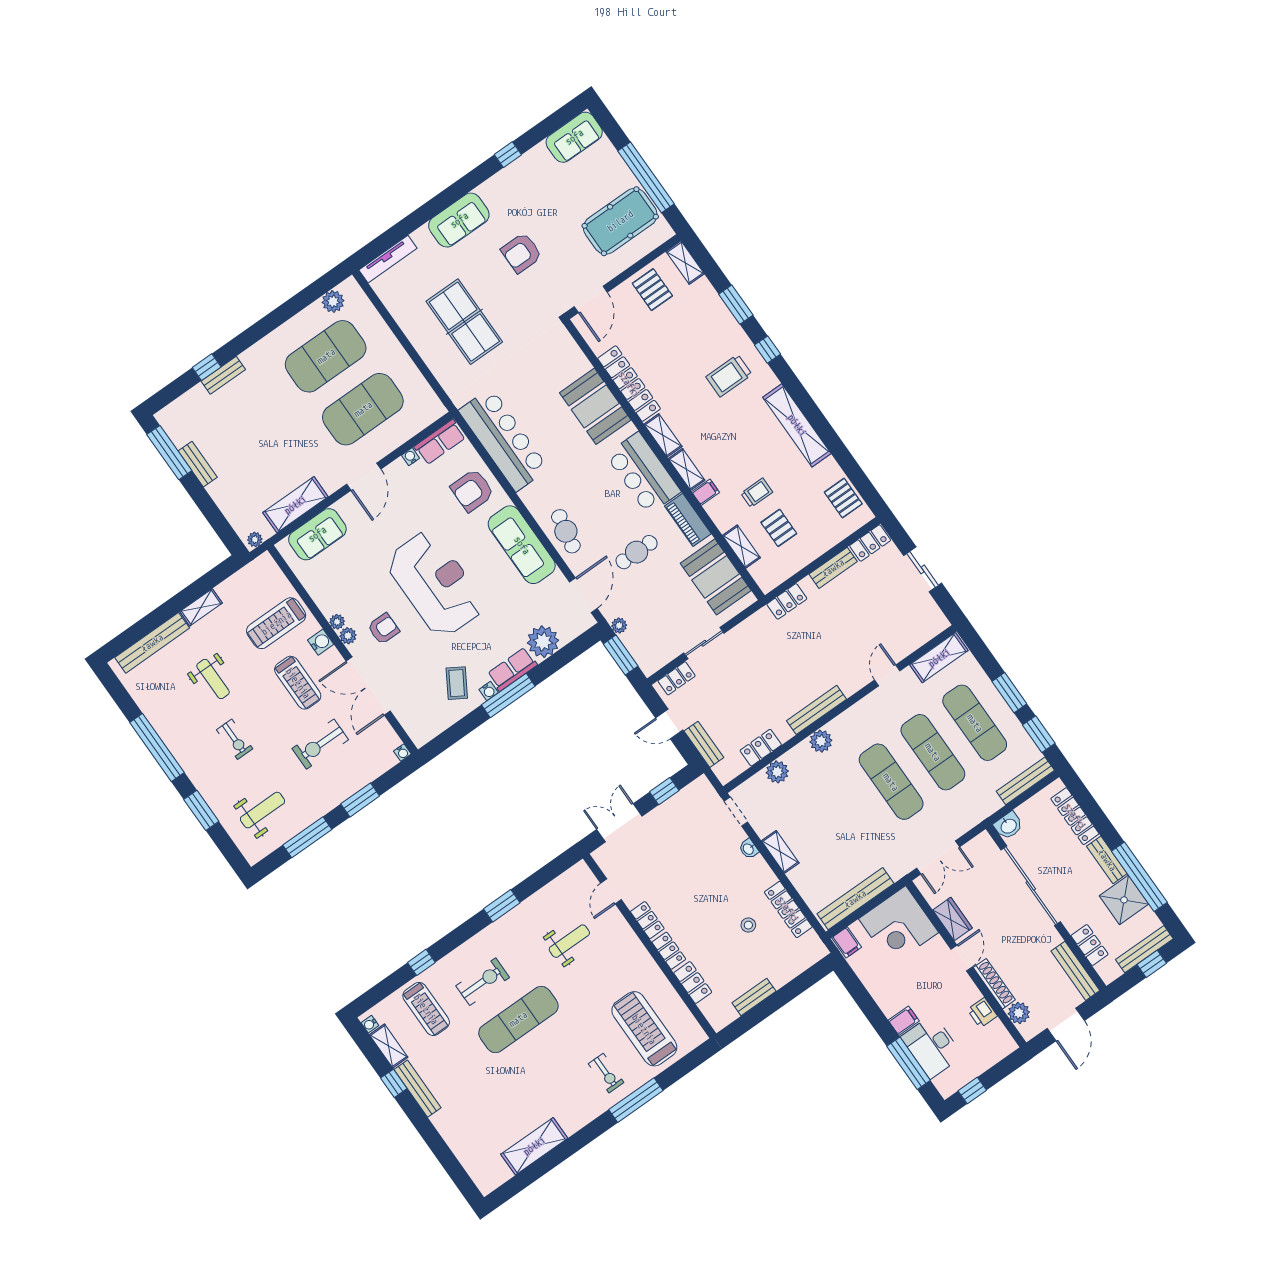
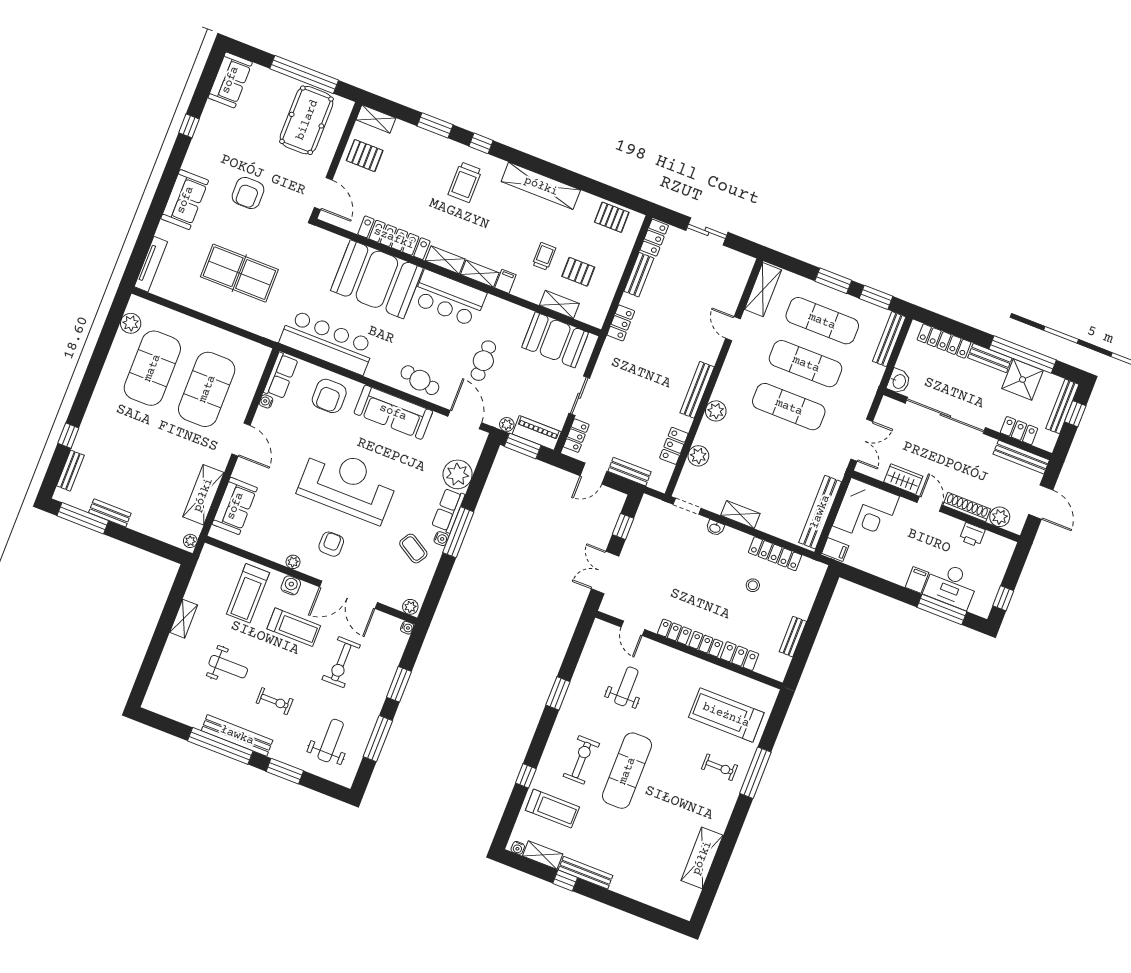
bench: (223, 375) -> (70, 471), moved
booth: (595, 406) -> (377, 279), width x1.36, depth x1.42
piano: (688, 520) -> (537, 433), moved, turned 180
plant: (348, 636) -> (410, 607), moved
bench: (152, 643) -> (237, 735), moved, turned 90

